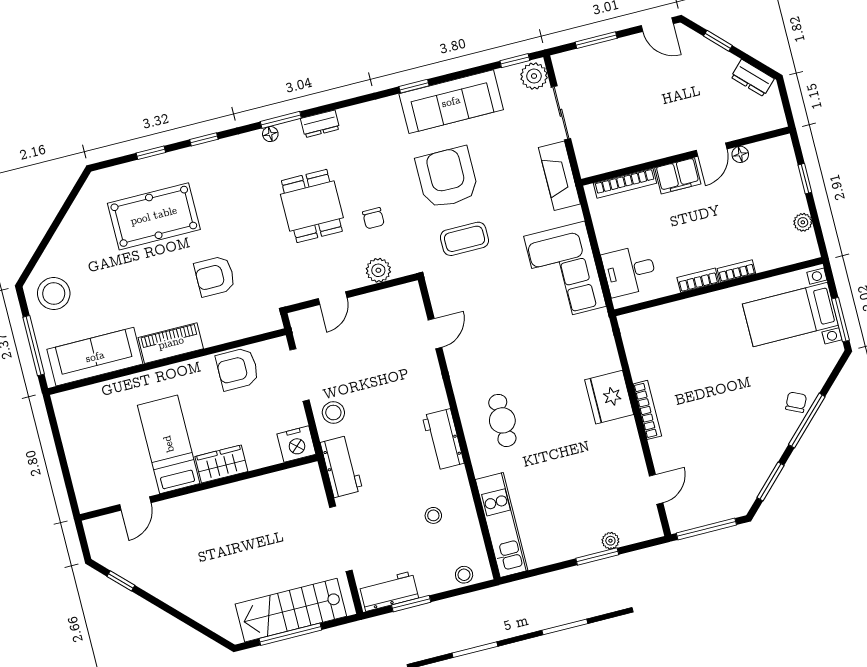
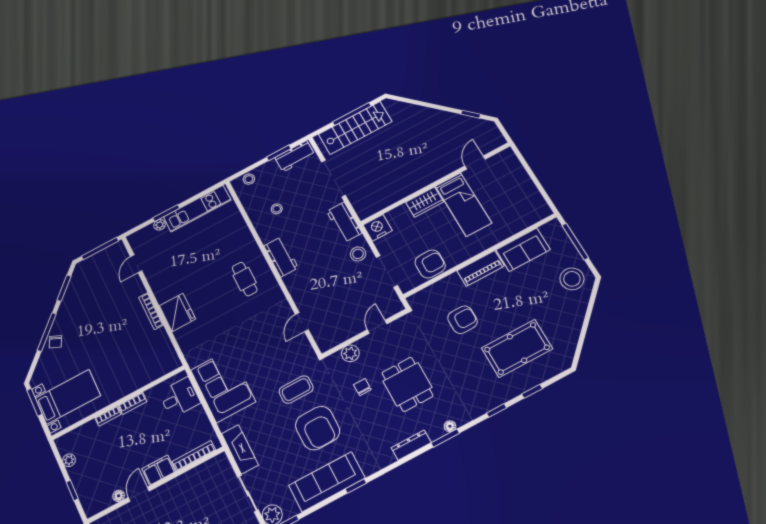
dresser: (320, 124) -> (411, 445), width x1.44
sofa: (95, 357) -> (523, 250), width x0.73
kitchen unit: (502, 525) -> (197, 209), moved, turned -90

